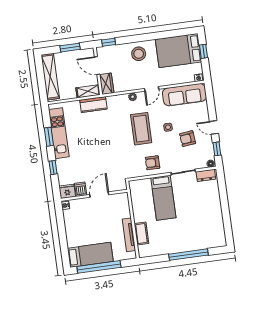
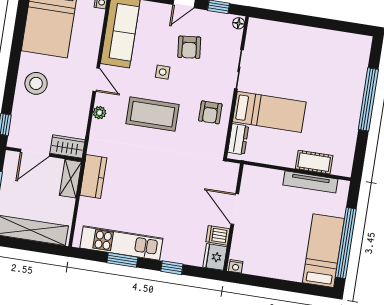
dresser: (206, 175) -> (238, 139), moved

